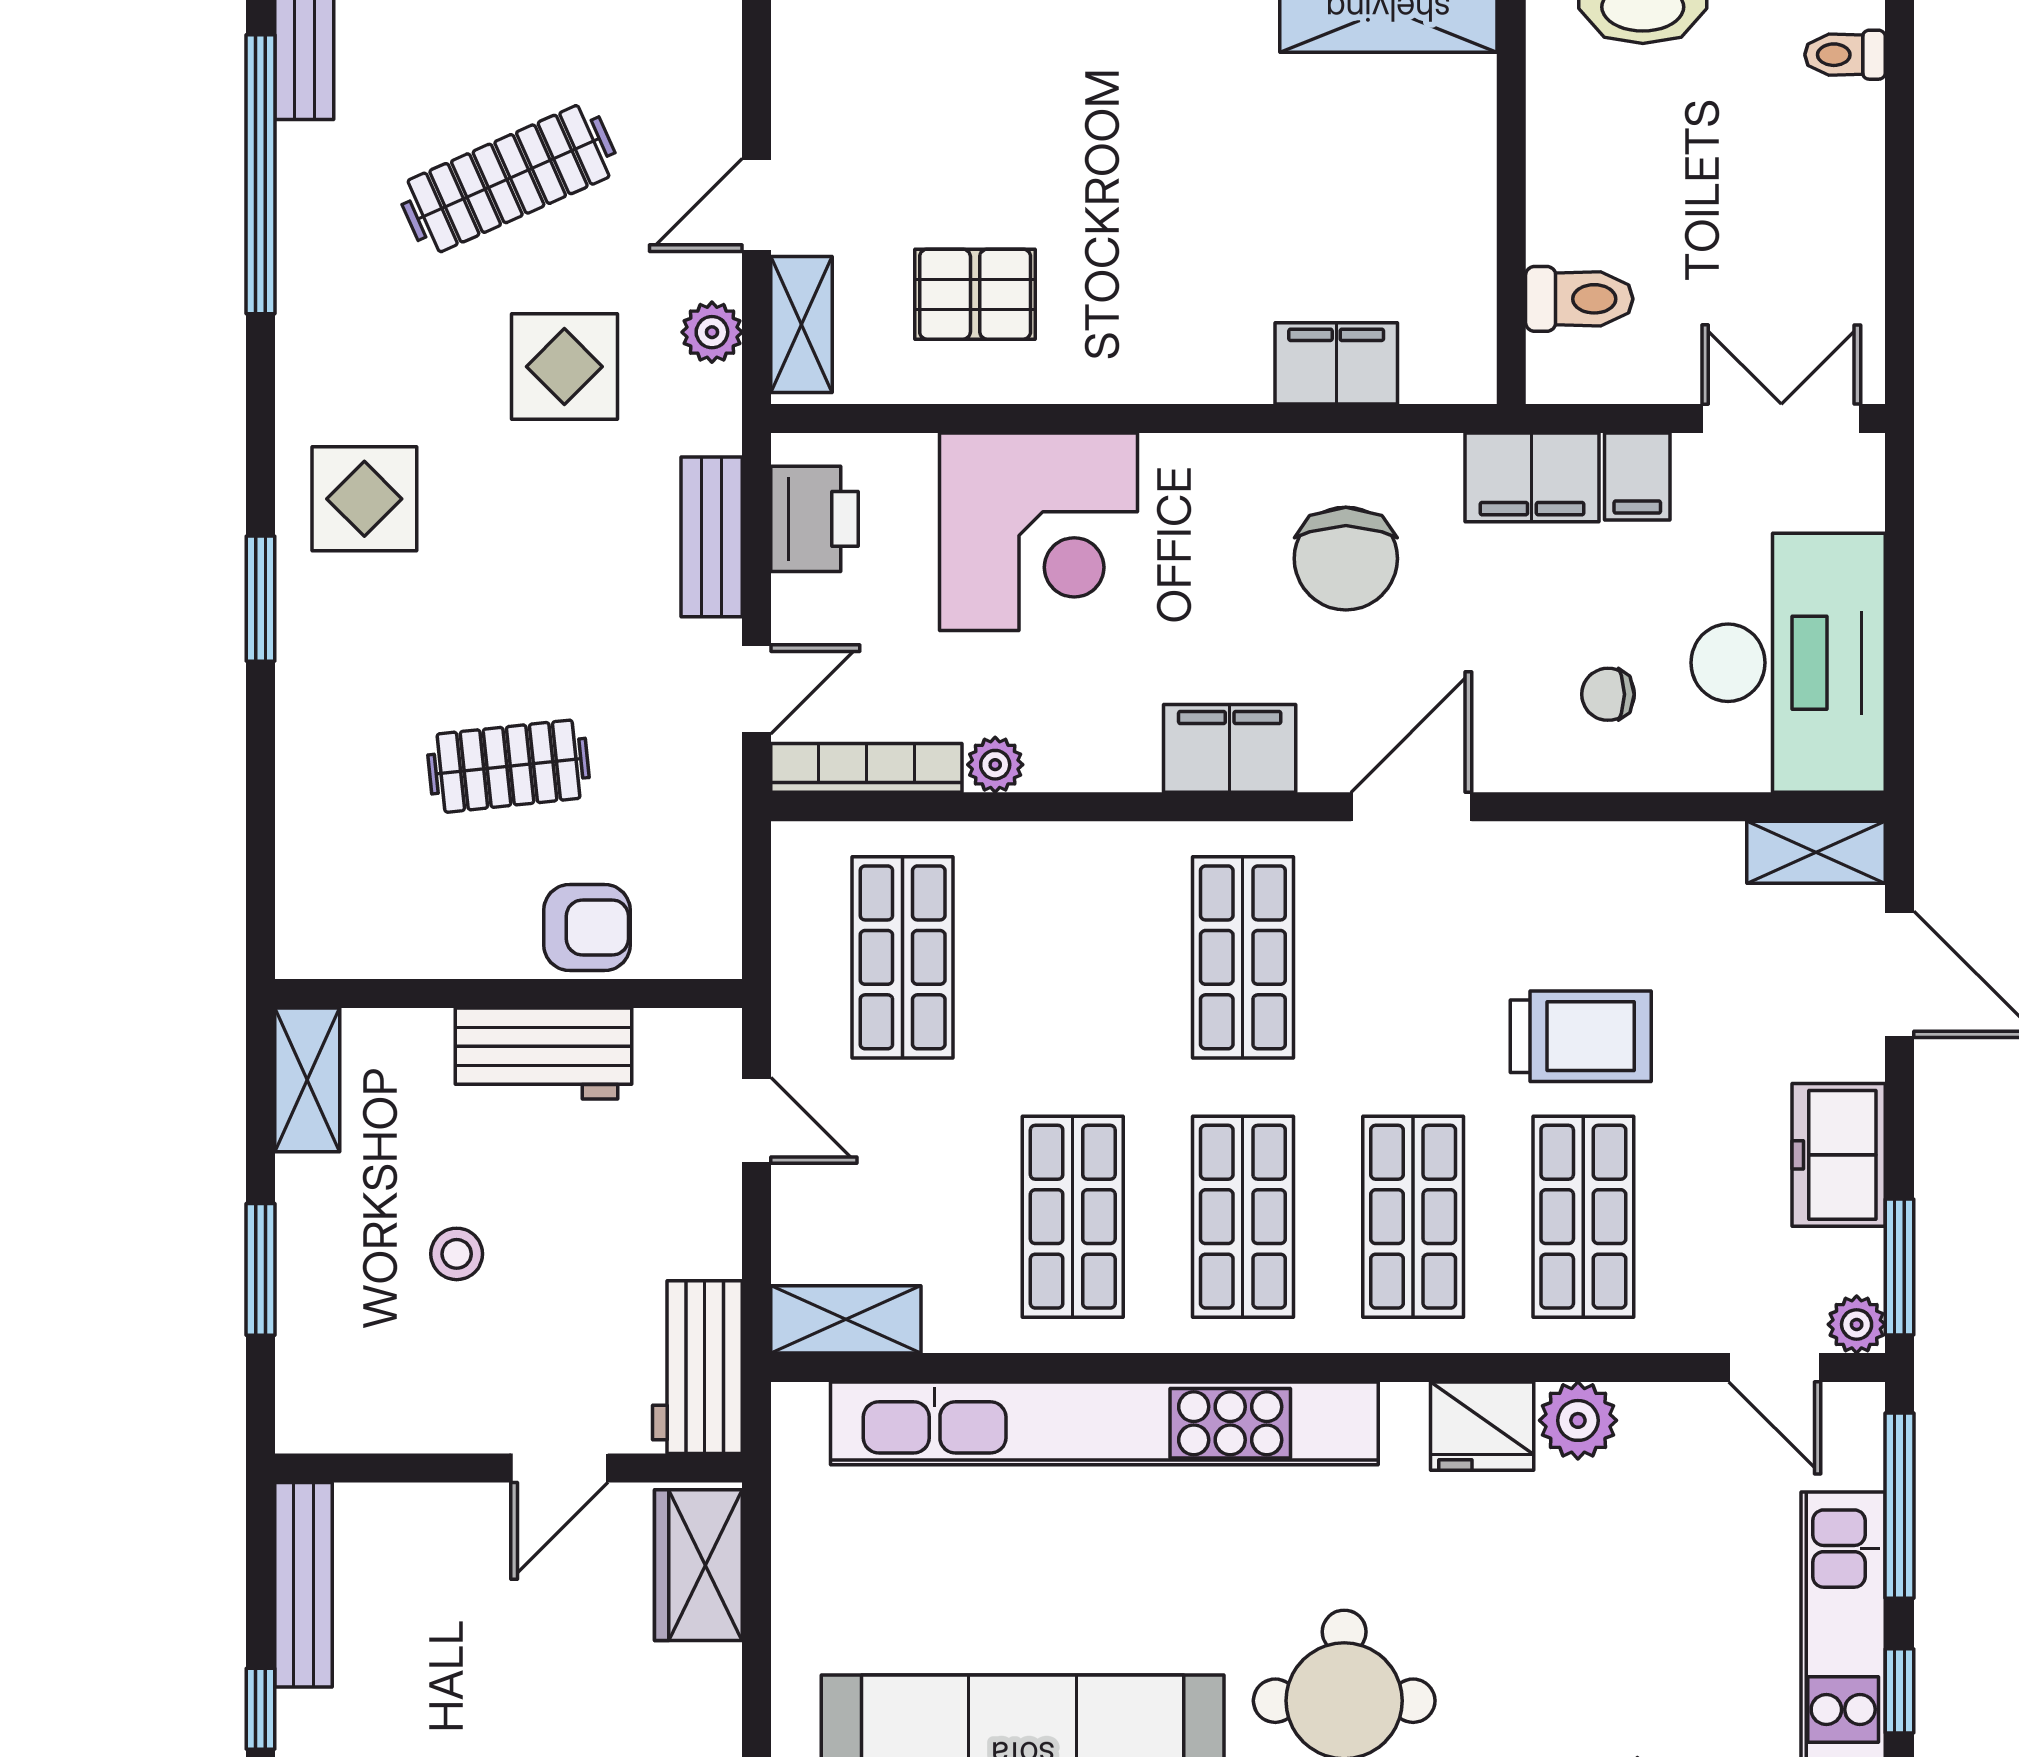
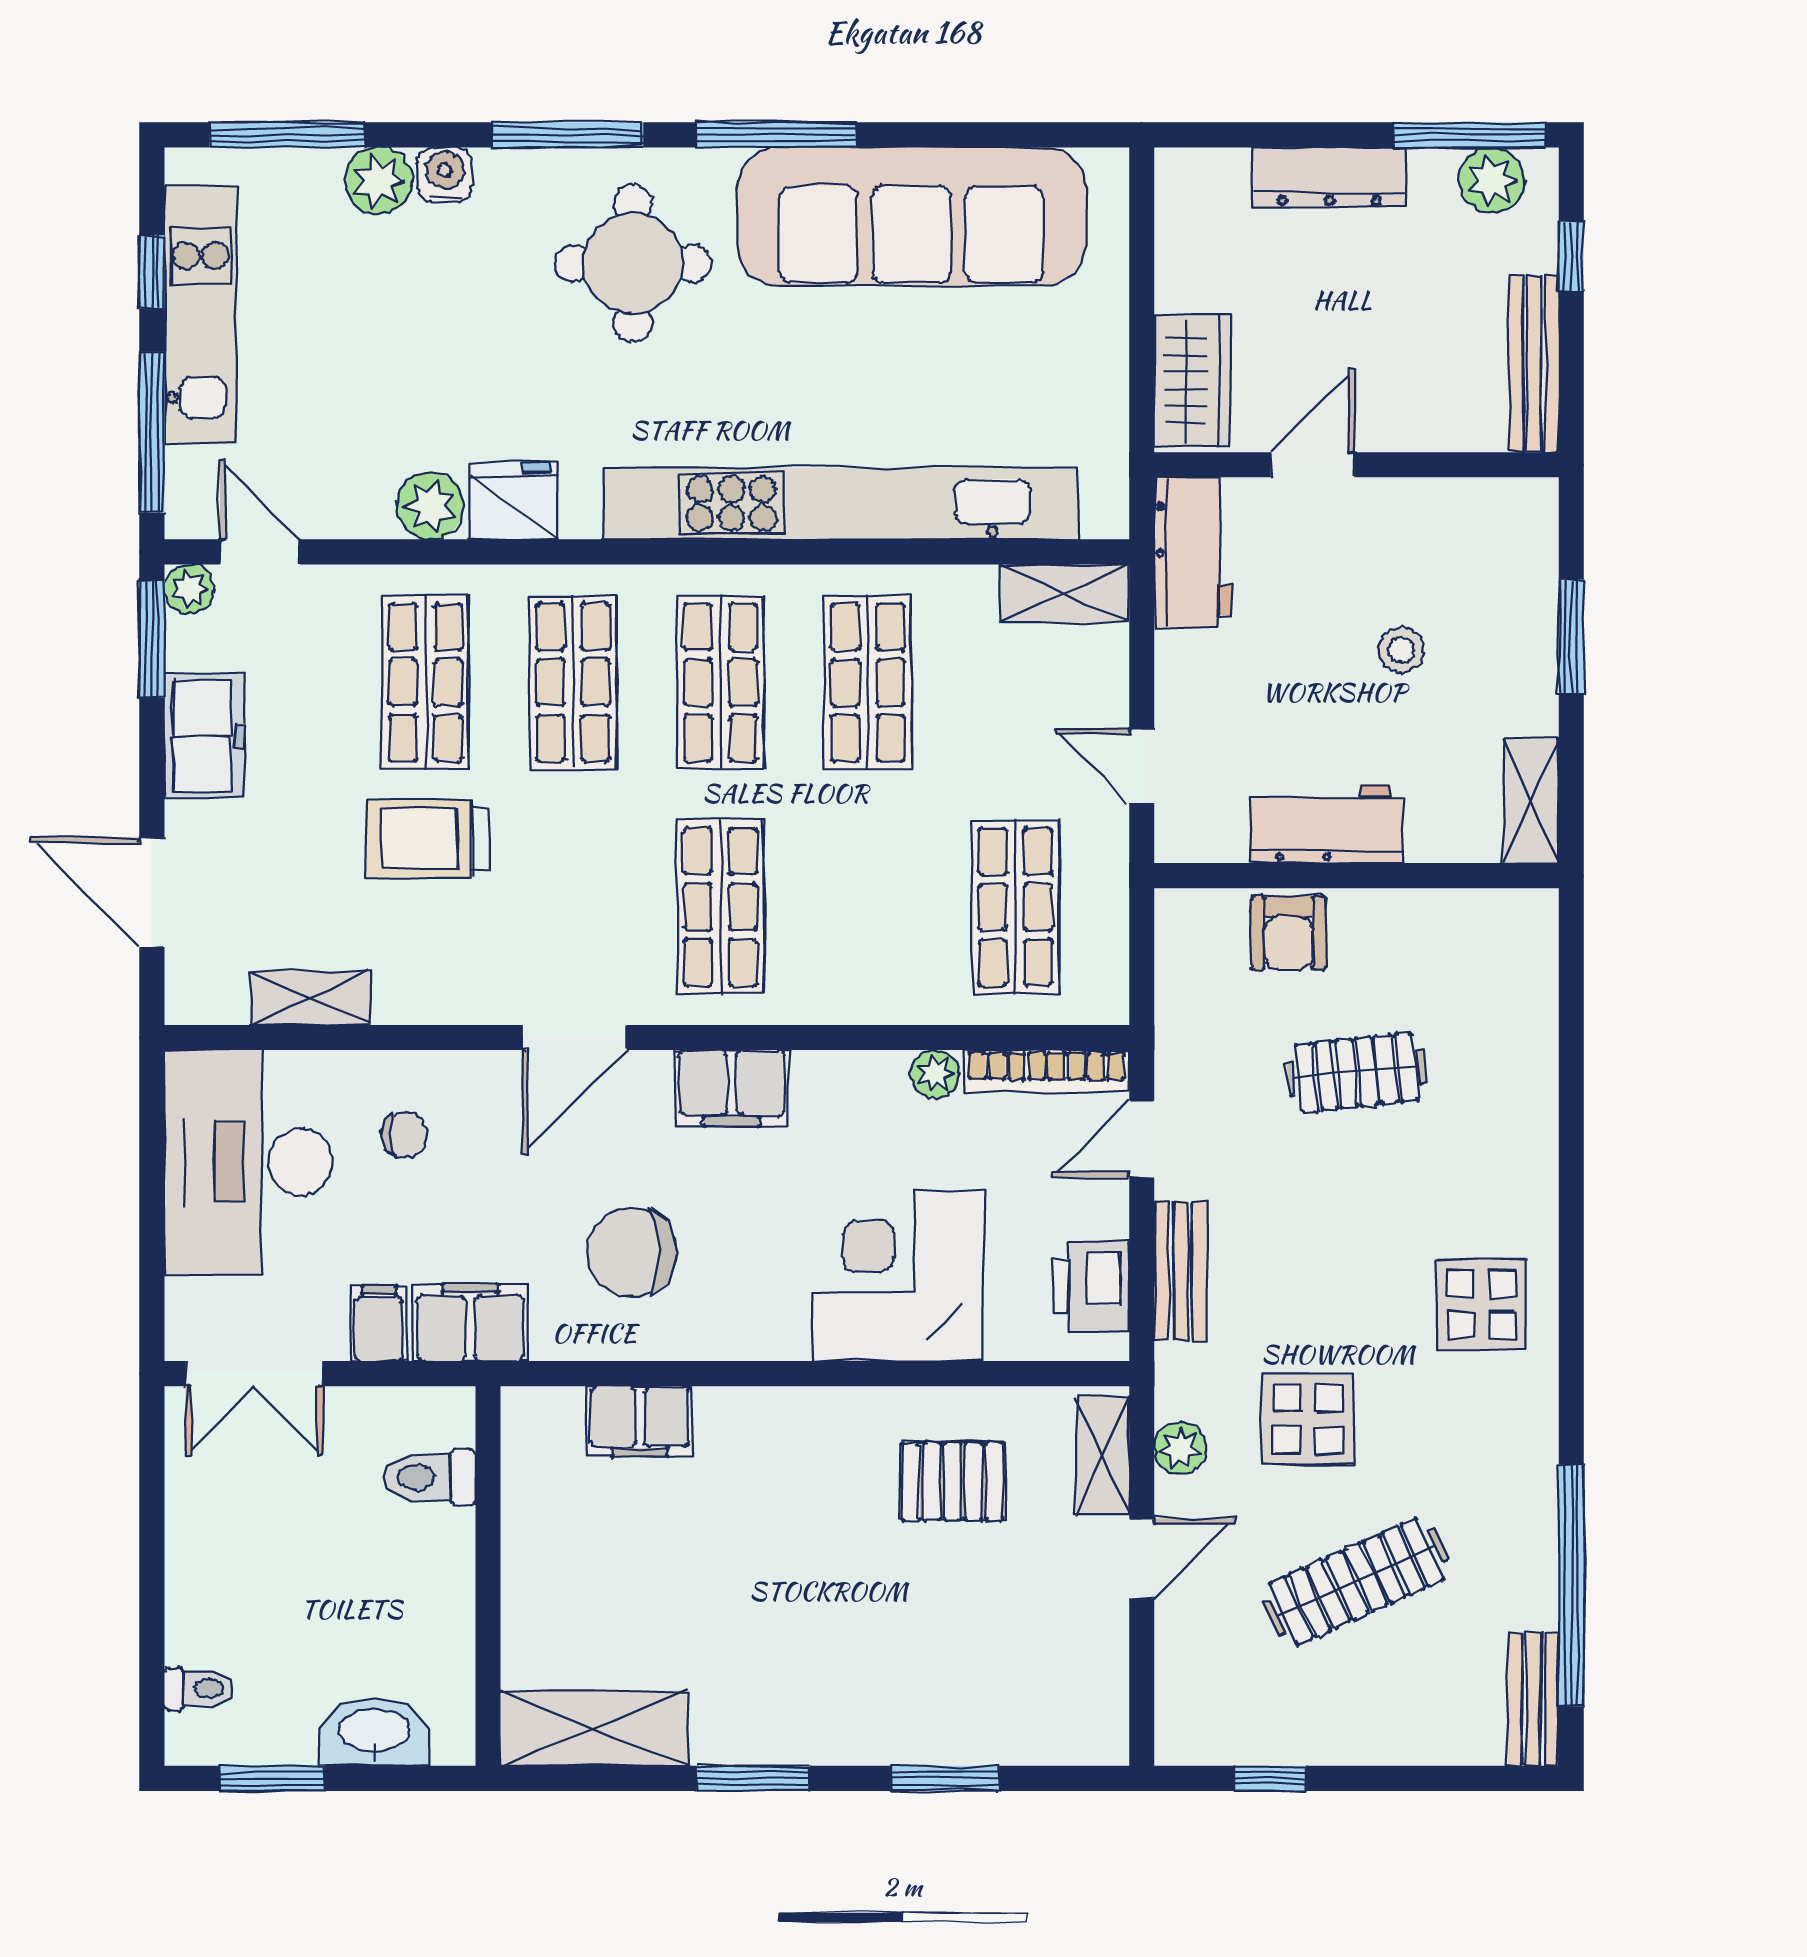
chair: (1346, 559) -> (631, 1252), turned -90
window: (261, 599) -> (1571, 1218), removed
shelving: (1816, 852) -> (310, 998), moved
armchair: (587, 928) -> (1289, 933), turned -90

